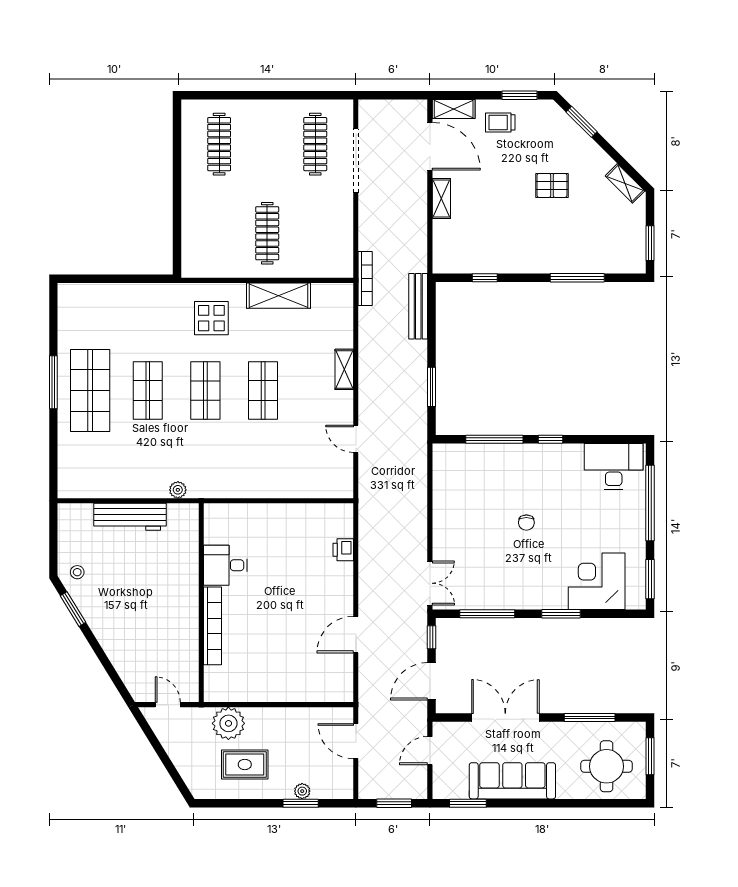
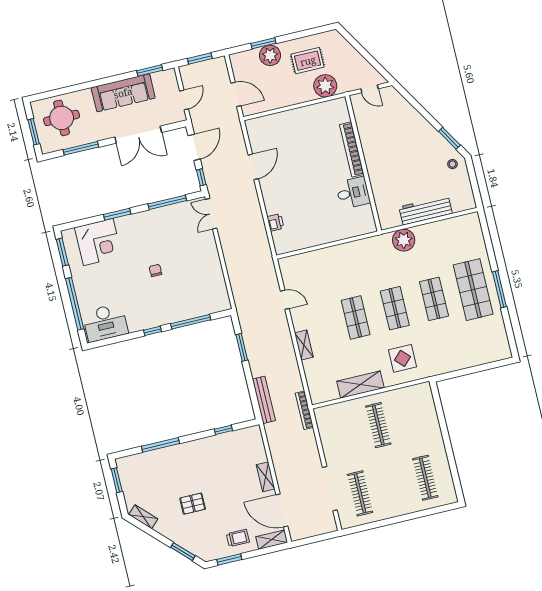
plant: (178, 490) -> (404, 240), width x1.87, depth x1.87
plant: (302, 791) -> (270, 55), width x1.88, depth x1.88

